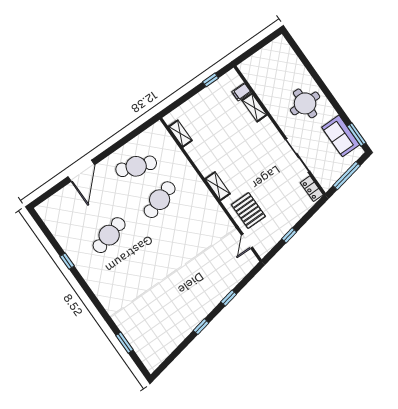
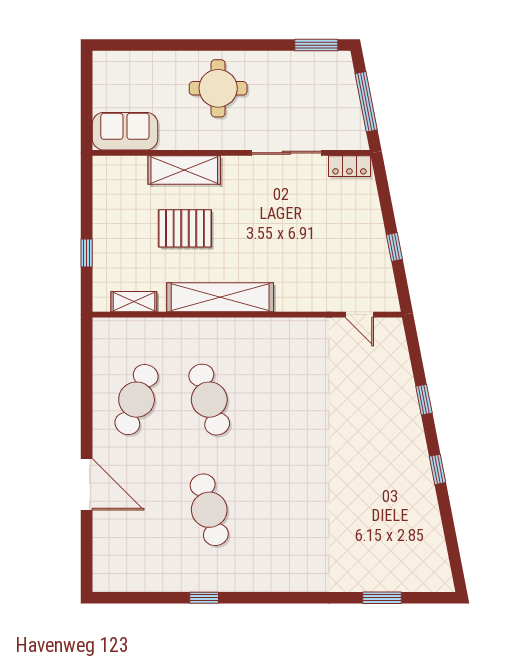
window: (211, 80) -> (87, 253), moved
filing cabinet: (241, 92) -> (136, 169), removed
shelving: (254, 108) -> (184, 170), width x1.50, depth x1.33
sofa: (341, 136) -> (125, 131), moved, turned 180
shelving: (218, 186) -> (220, 297), width x2.20, depth x1.33
pallet: (248, 211) -> (185, 228), moved

